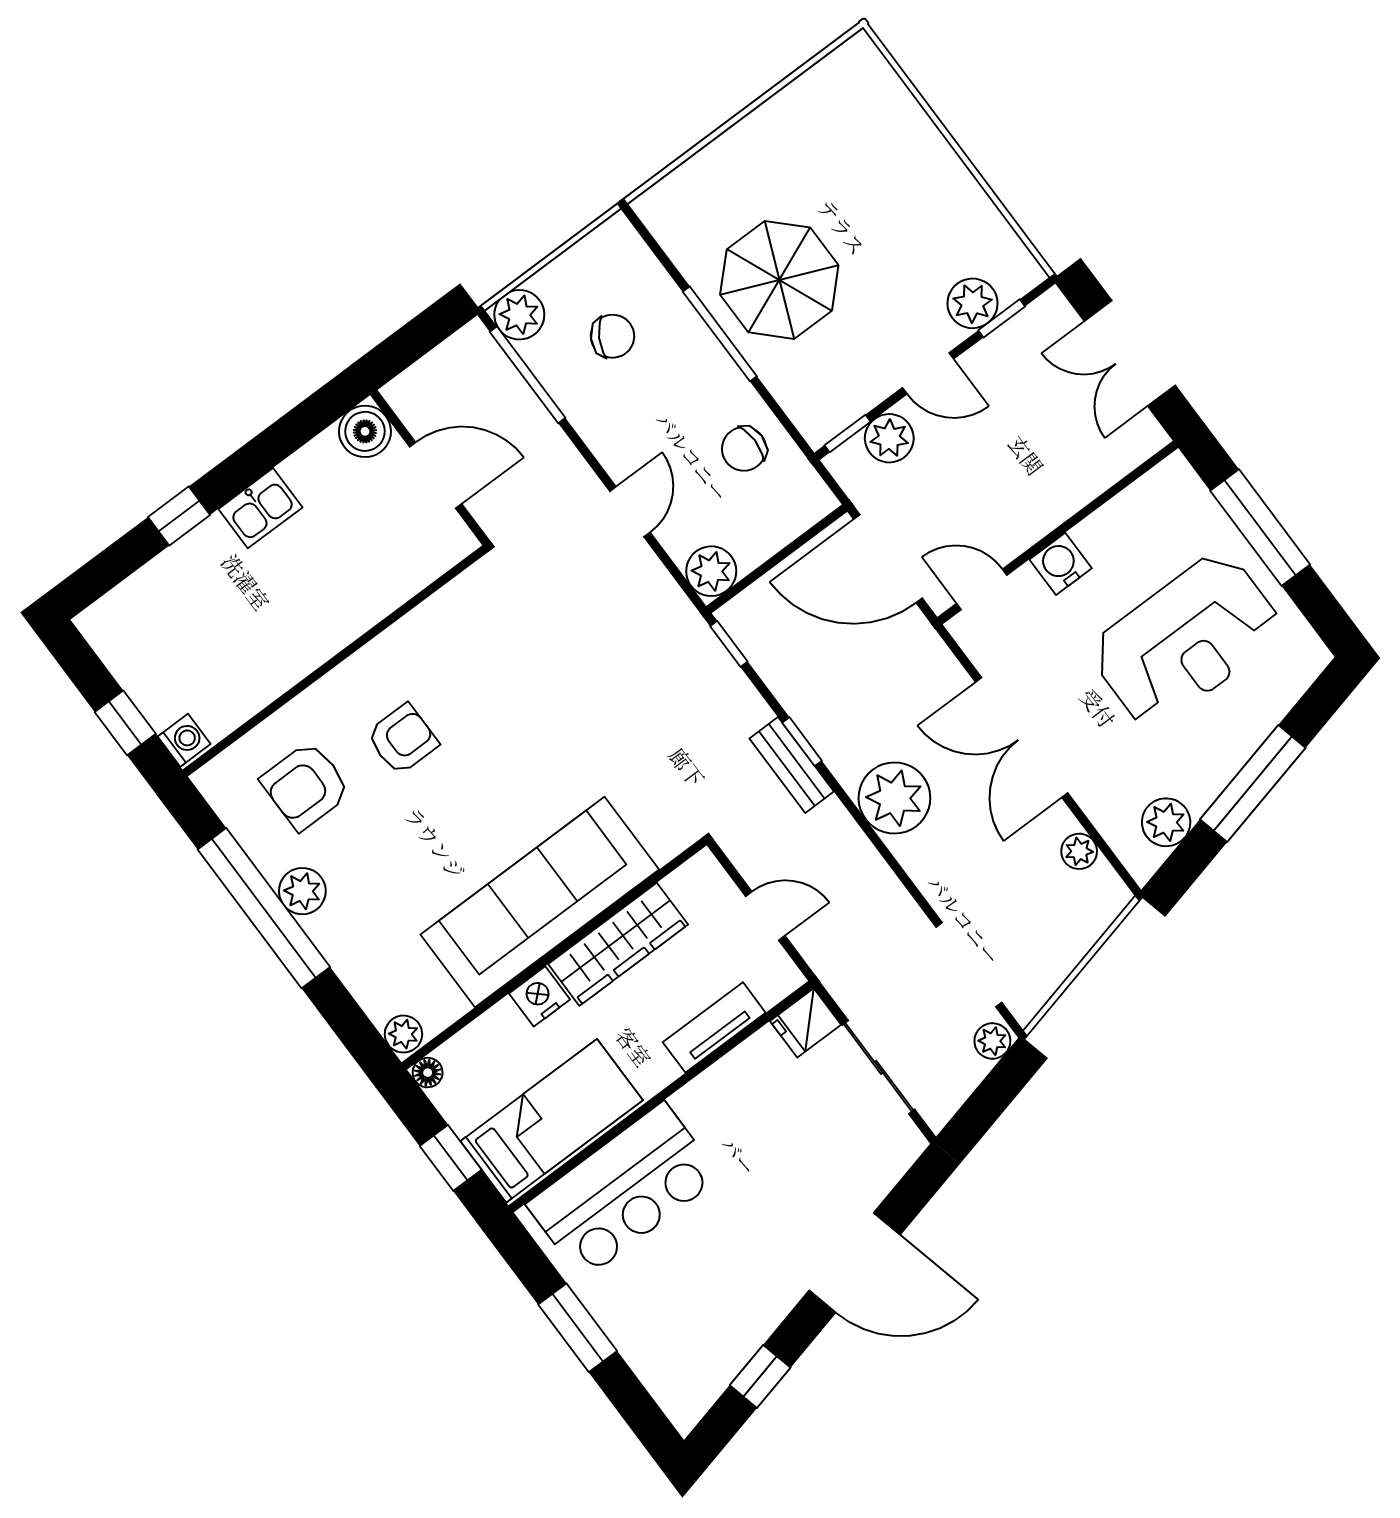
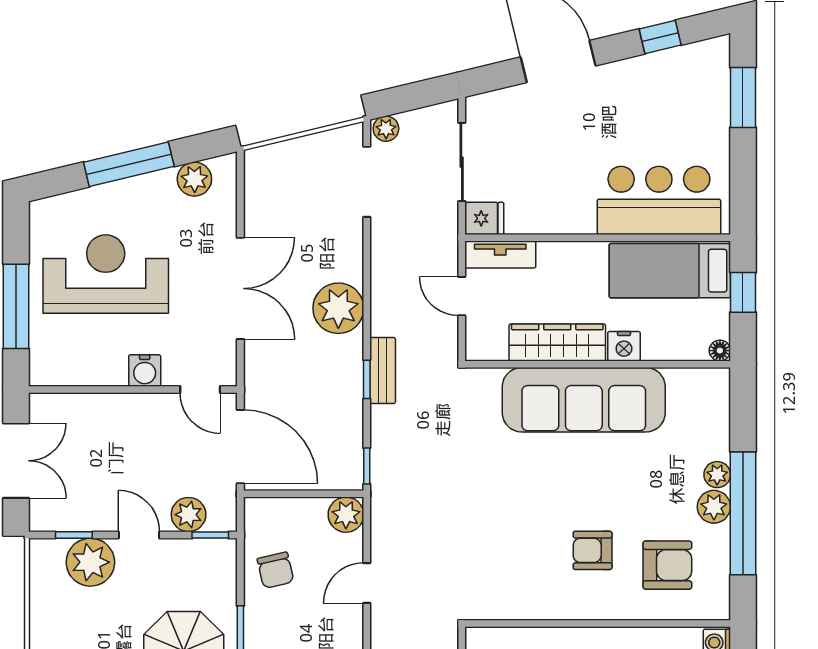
plant: (973, 303) -> (90, 562), width x1.36, depth x1.36
chair: (744, 449) -> (275, 570), turned 77
plant: (1079, 851) -> (256, 200), removed
tv unit: (714, 1027) -> (500, 254), moved
plant: (403, 1034) -> (717, 475), moved
window: (578, 1328) -> (743, 98), moved

